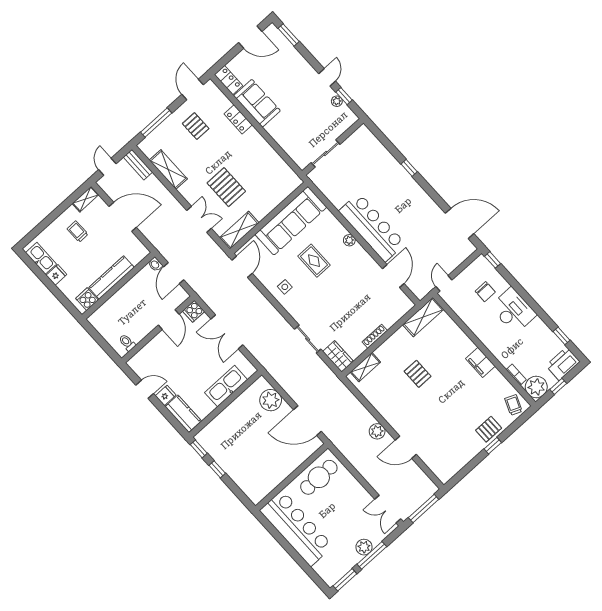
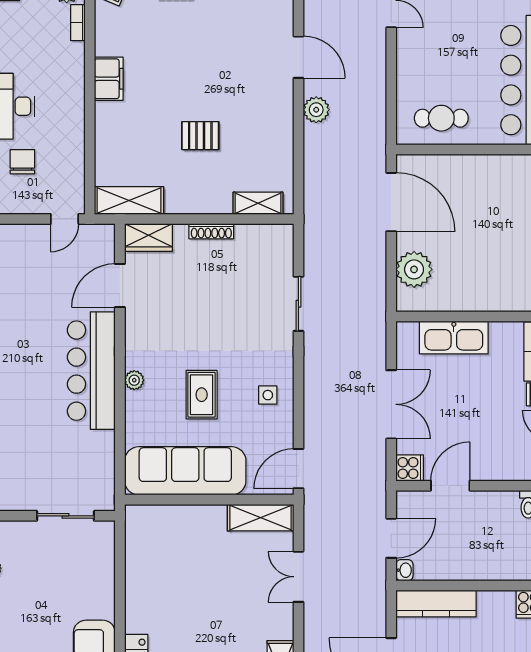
pallet: (226, 187) -> (228, 586), removed
kitchen counter: (111, 277) -> (436, 603), moved
wardrobe: (338, 356) -> (148, 237), moved, turned -90
pallet: (418, 374) -> (200, 136), turned 90
cafe table: (319, 477) -> (441, 118), width x0.73, depth x0.74

